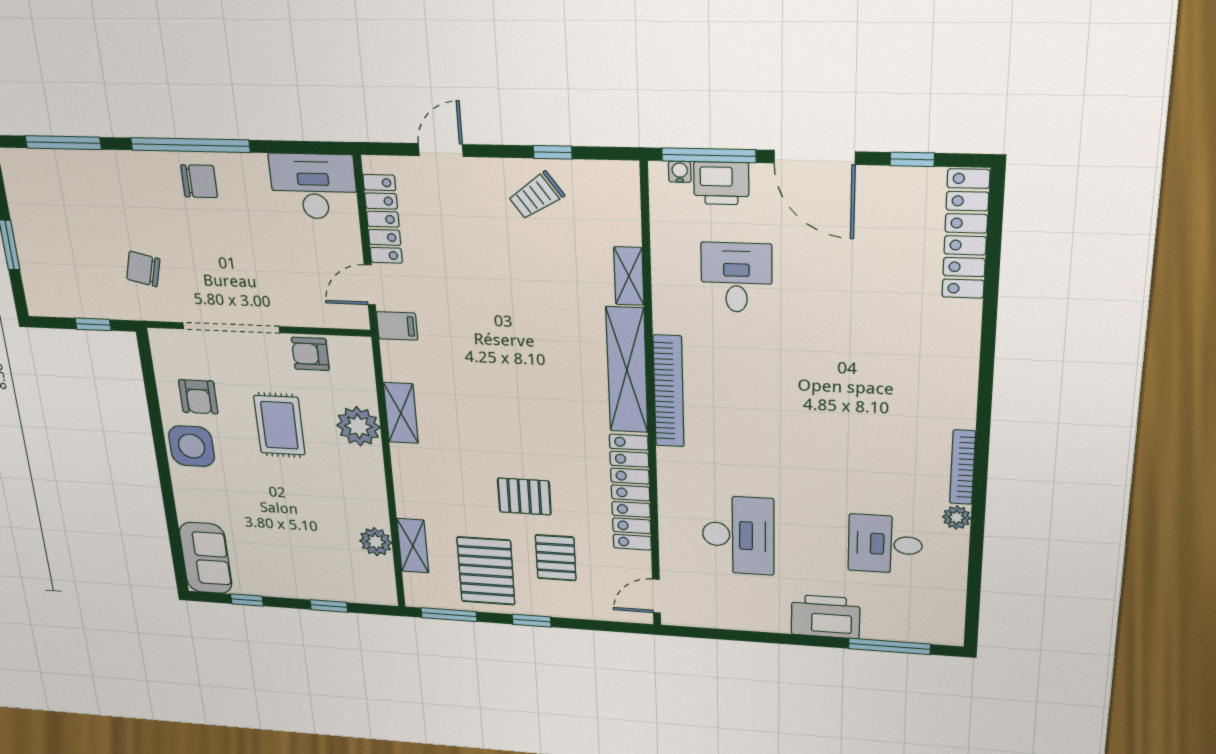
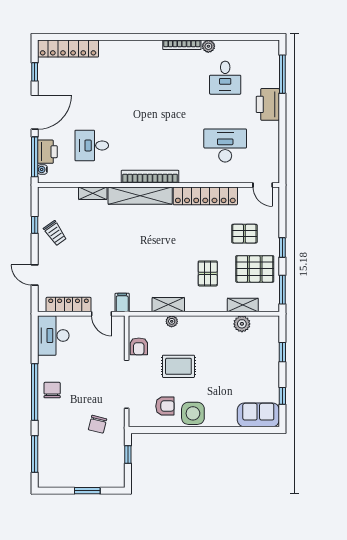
plant: (358, 426) -> (172, 321), width x0.53, depth x0.53
pallet: (524, 496) -> (208, 273), moved

